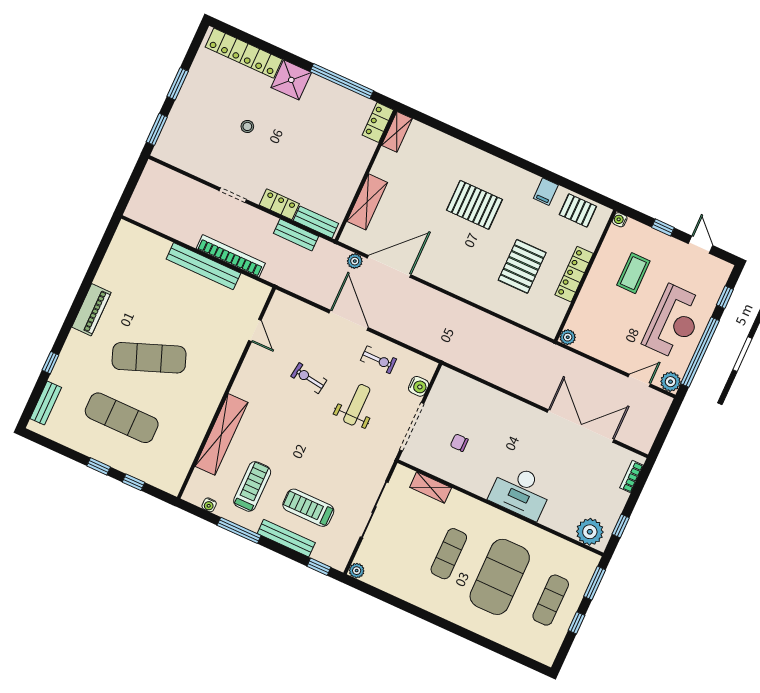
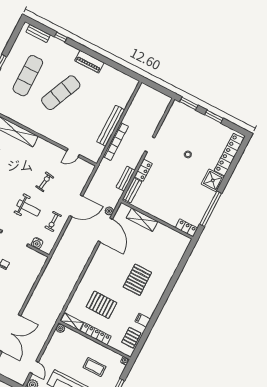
shelving: (397, 132) -> (72, 322), moved
exercise mat: (149, 358) -> (61, 93), turned 45

